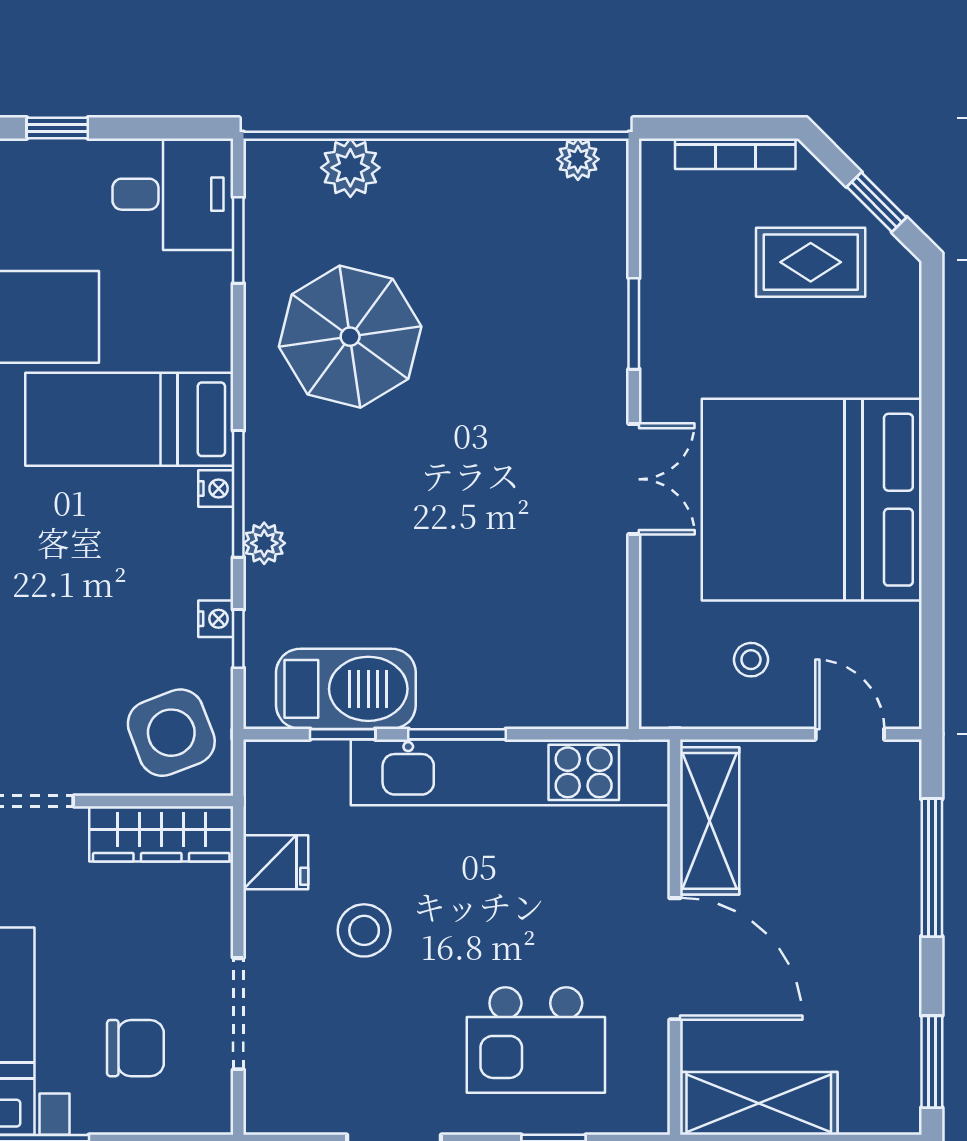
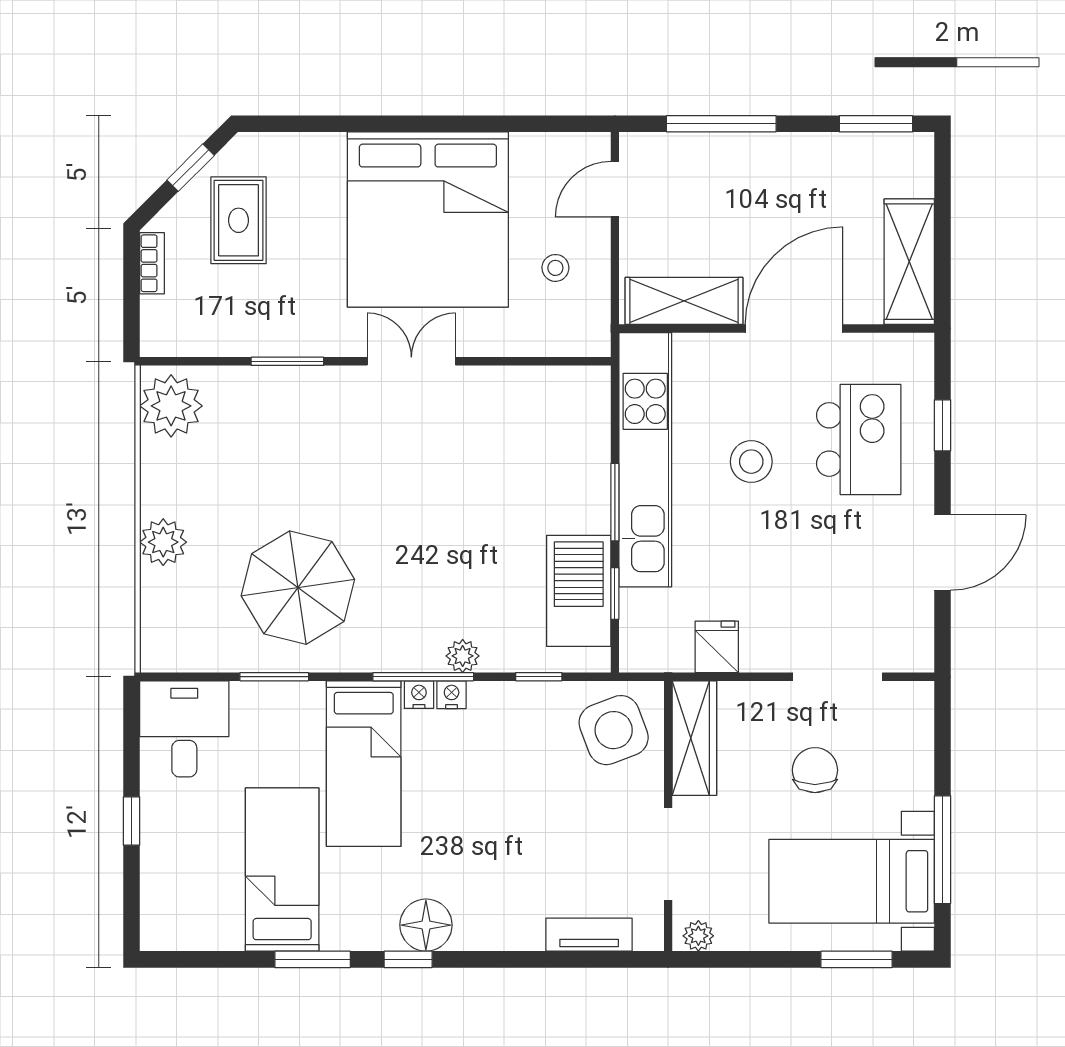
bookcase: (735, 154) -> (152, 263), width x0.64
plant: (578, 159) -> (171, 406), width x1.87, depth x1.87
plant: (350, 168) -> (163, 542), moved
window: (238, 240) -> (274, 677), moved
nightstand: (216, 619) -> (452, 695), moved
stool: (364, 930) -> (751, 462), moved
chair: (135, 1048) -> (815, 770), moved

